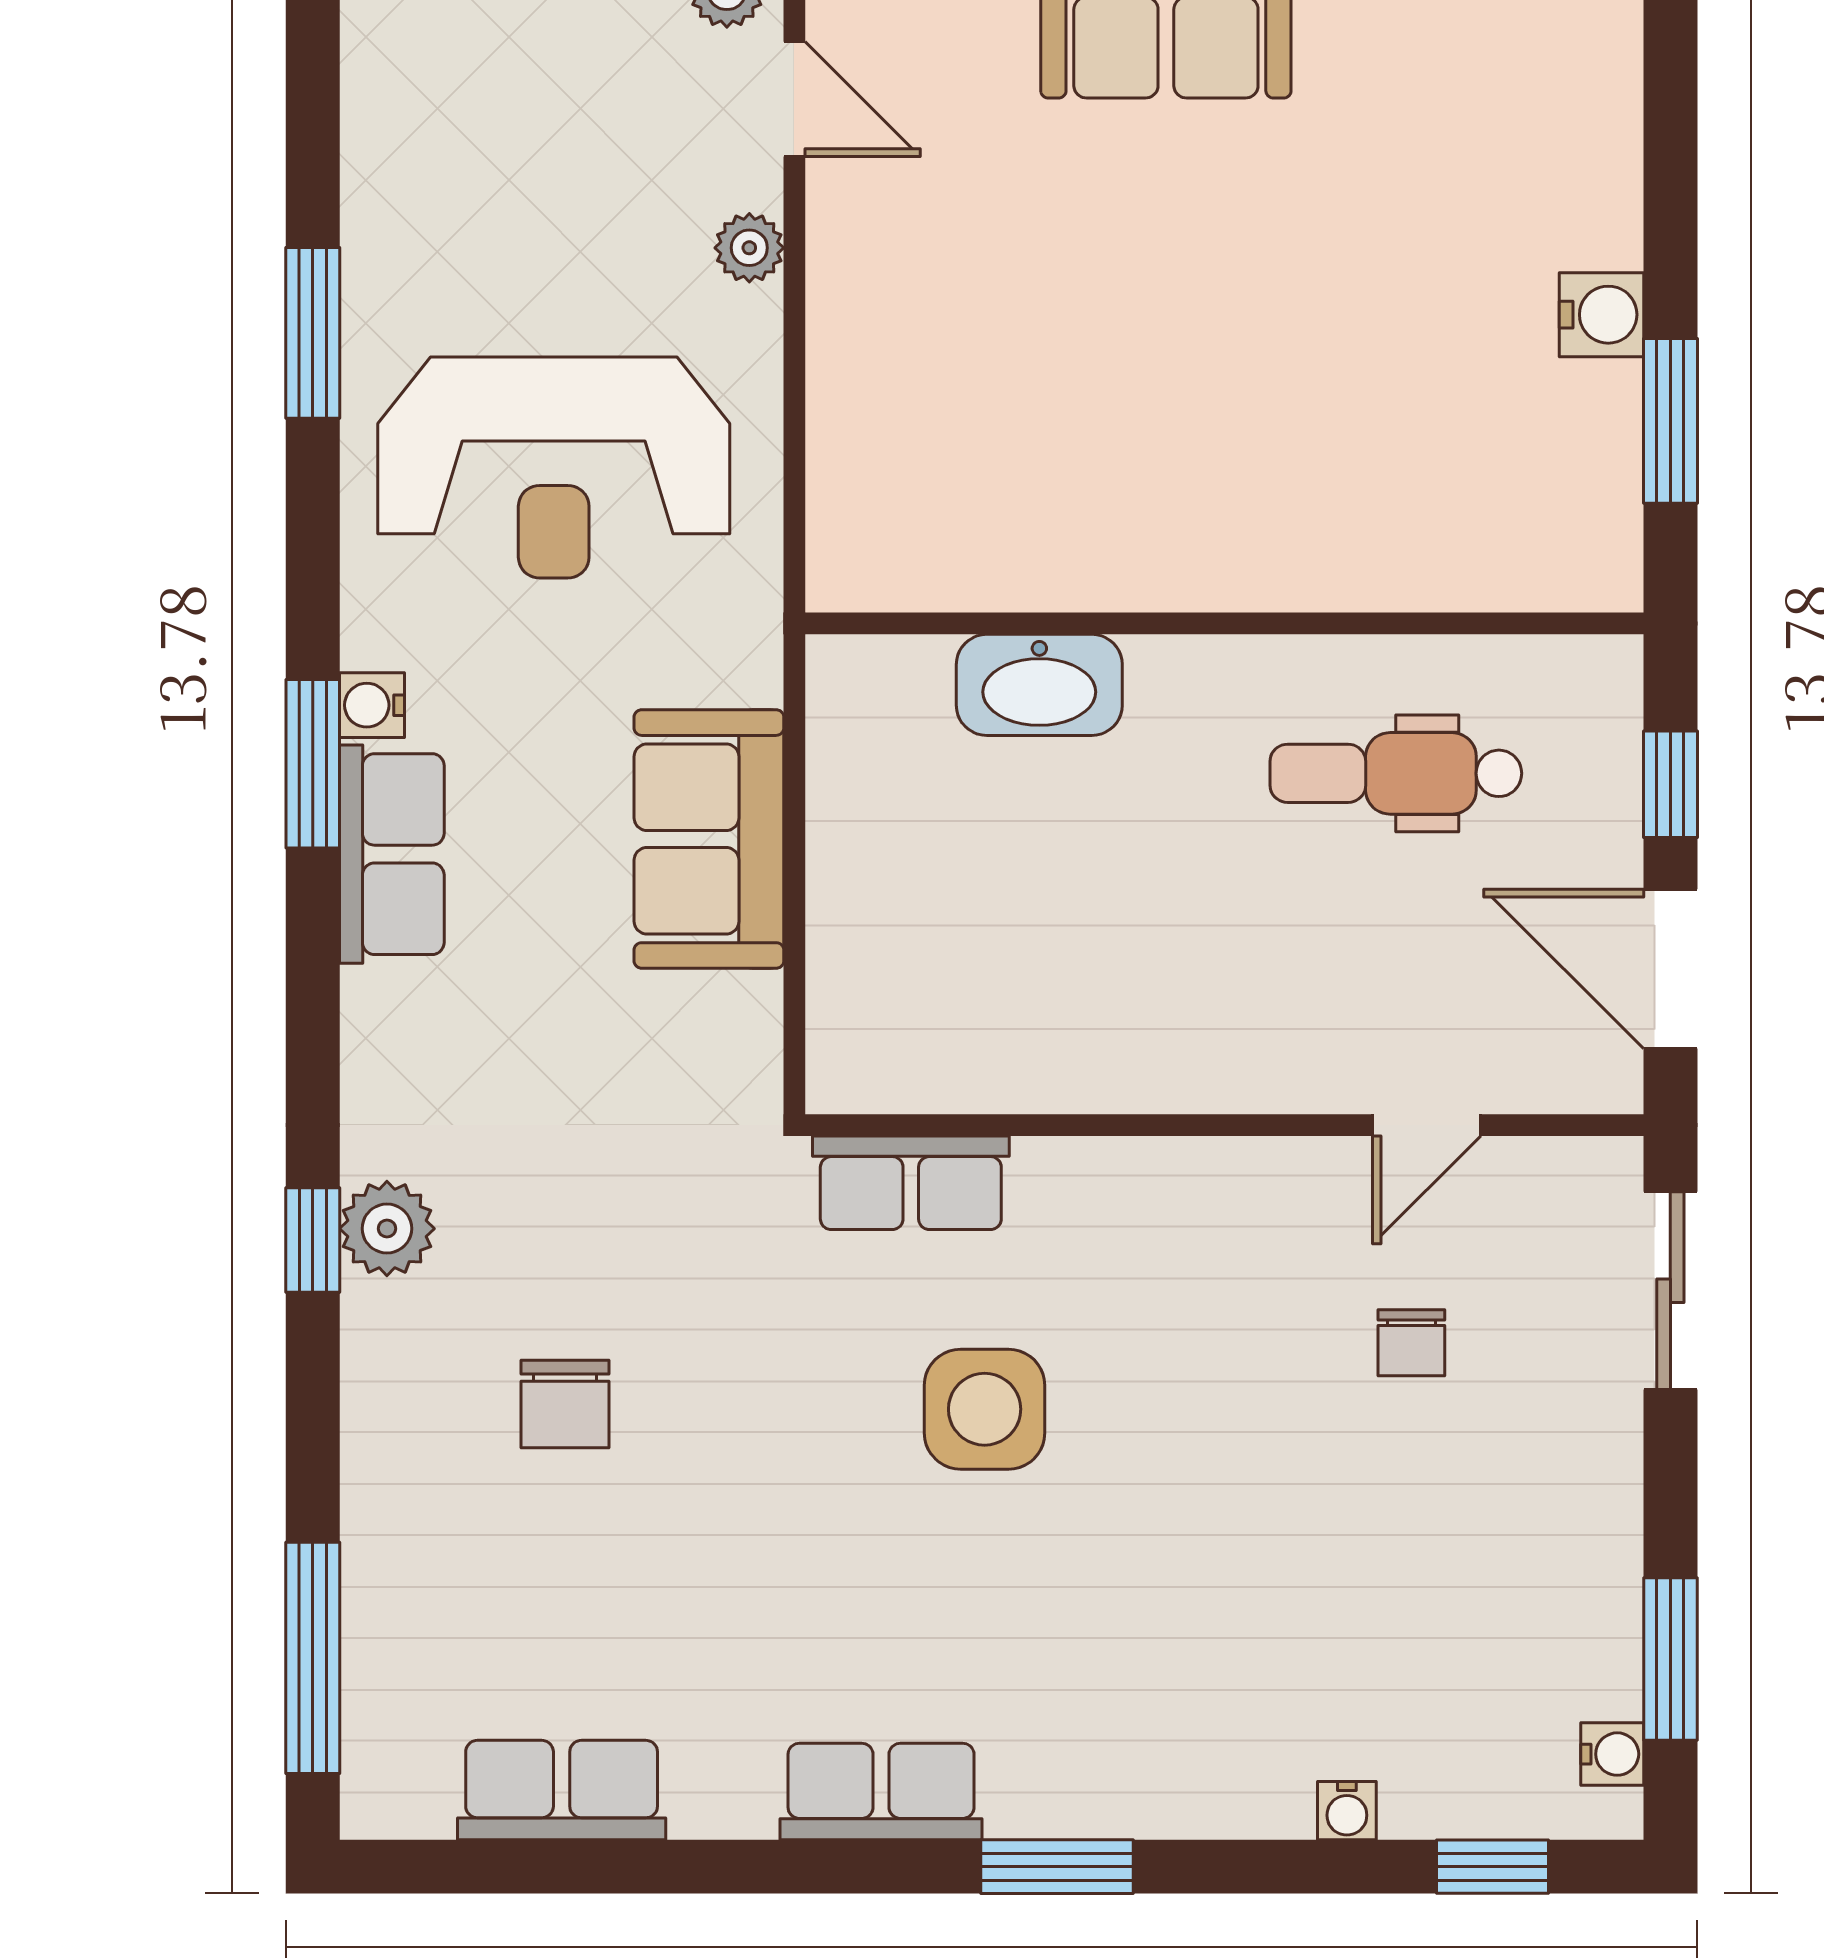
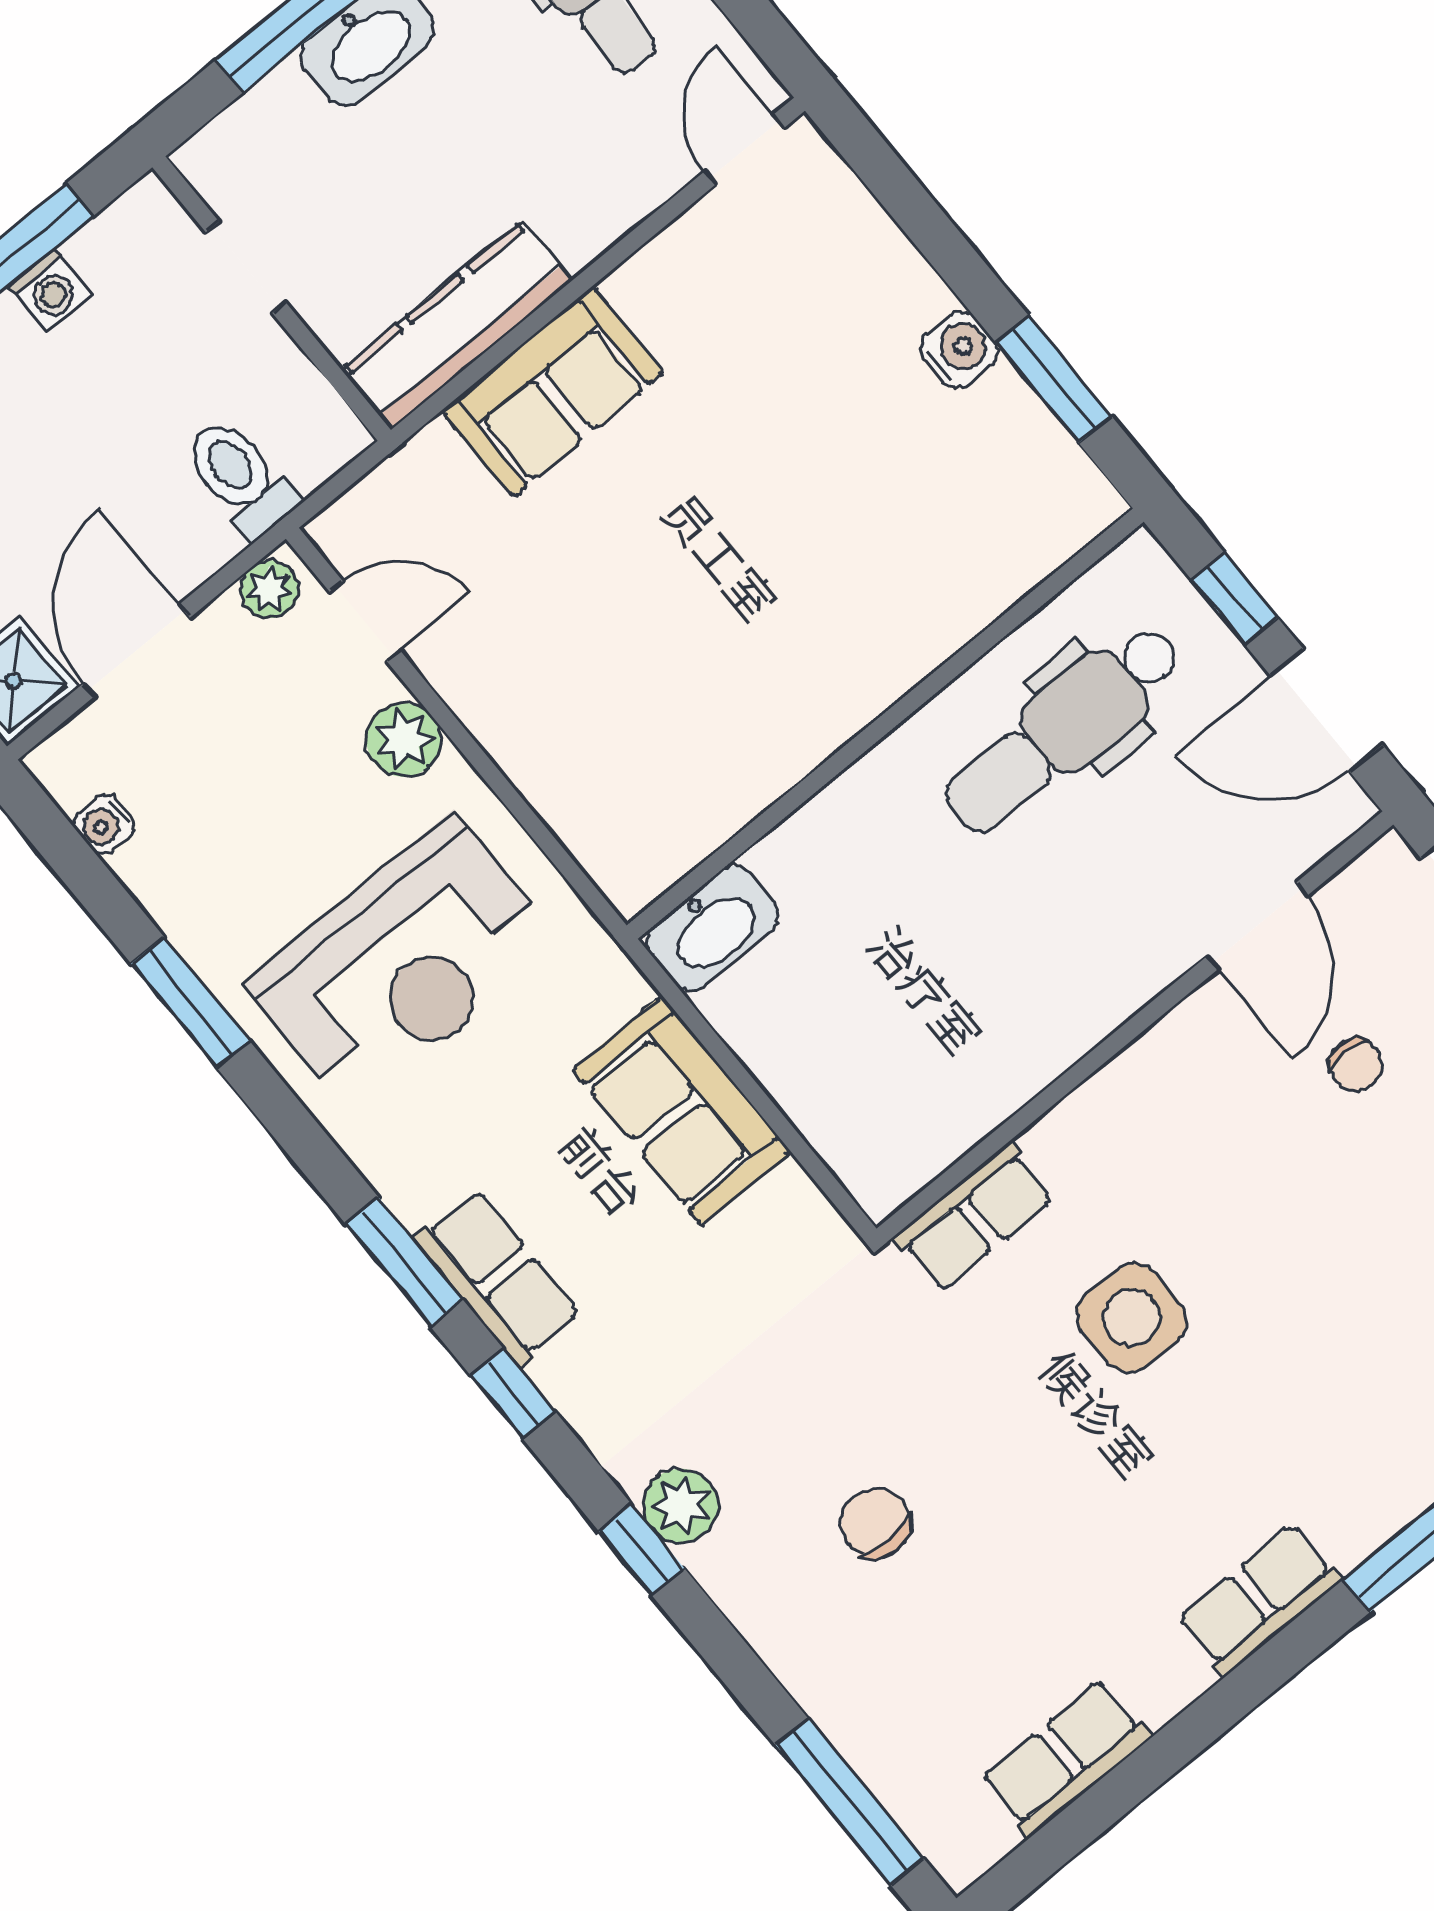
plant: (749, 248) -> (404, 740), width x1.38, depth x1.38
washbasin: (1039, 685) -> (713, 928), moved
water cooler: (372, 705) -> (104, 825), moved
dental chair: (1396, 773) -> (1063, 729), width x1.36, depth x1.38
window: (313, 982) -> (513, 1394), added
door: (1427, 1125) -> (1257, 926), width x1.38
chair: (565, 1404) -> (876, 1523), turned 180

